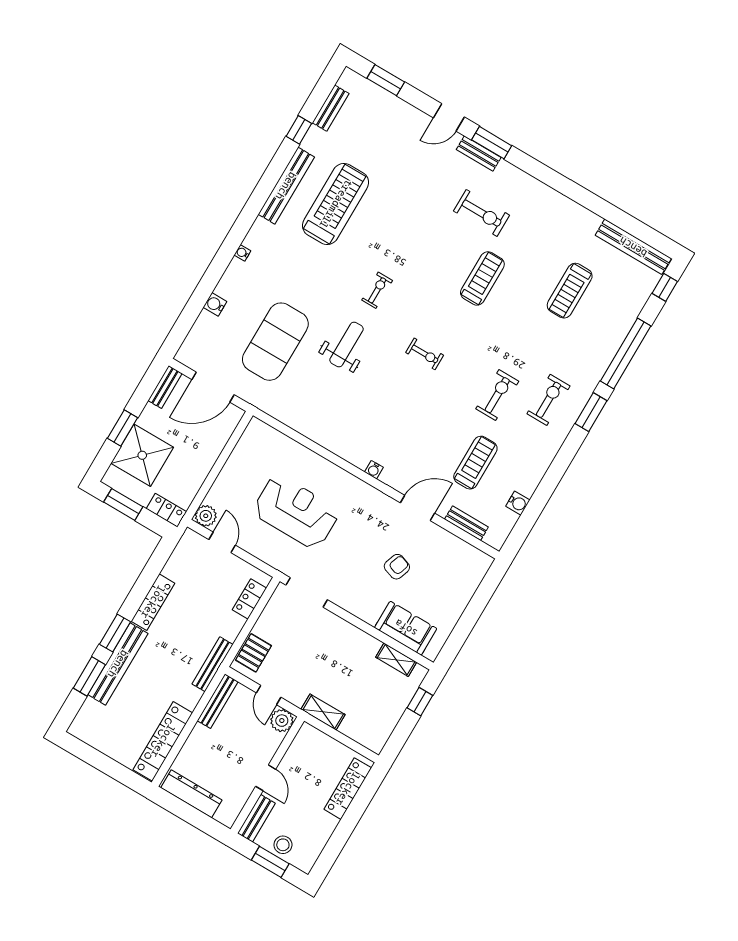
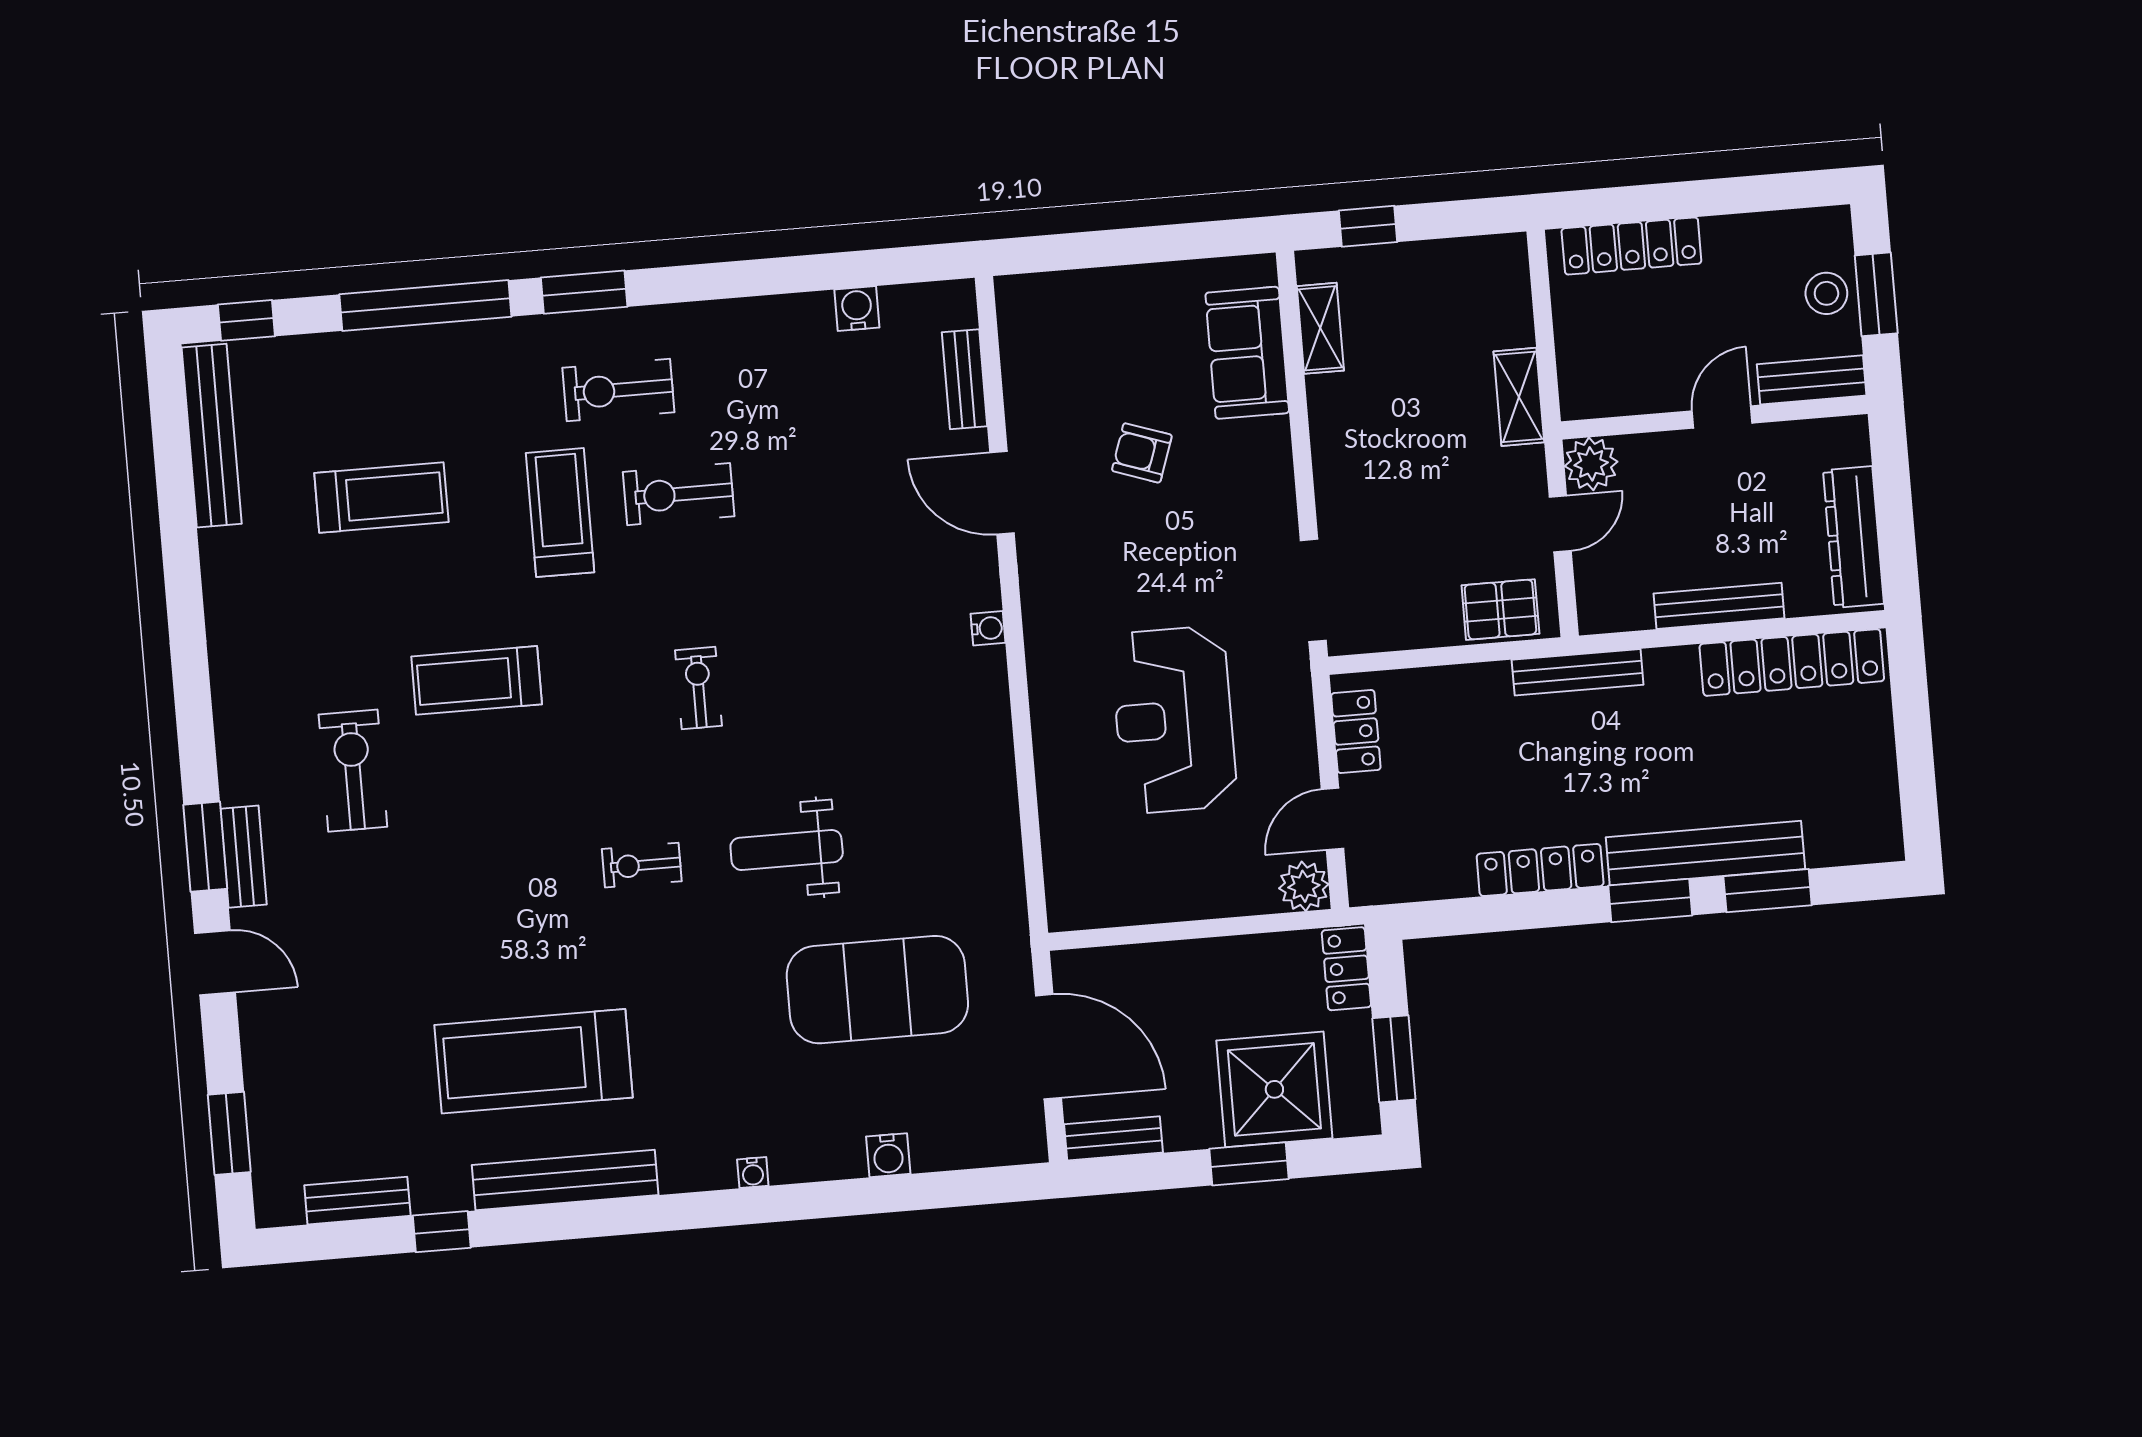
treadmill: (475, 463) -> (560, 513), moved, turned 90
locker: (249, 599) -> (1356, 731), moved, turned -90
bench: (218, 701) -> (1719, 606), moved

